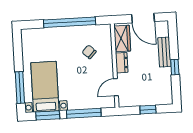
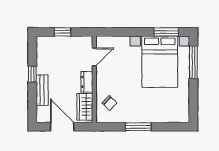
window: (70, 22) -> (138, 127), width x0.47
chair: (89, 52) -> (109, 103), moved
bed with nightstands: (45, 87) -> (160, 62), width x1.36
window: (84, 113) -> (129, 32), removed

